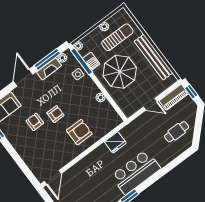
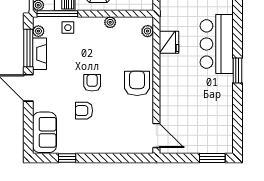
plant: (112, 124) -> (148, 31), added
armchair: (79, 132) -> (137, 83), moved

